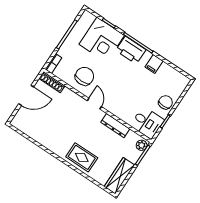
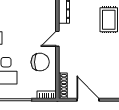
chair: (84, 76) -> (40, 62), turned 180

